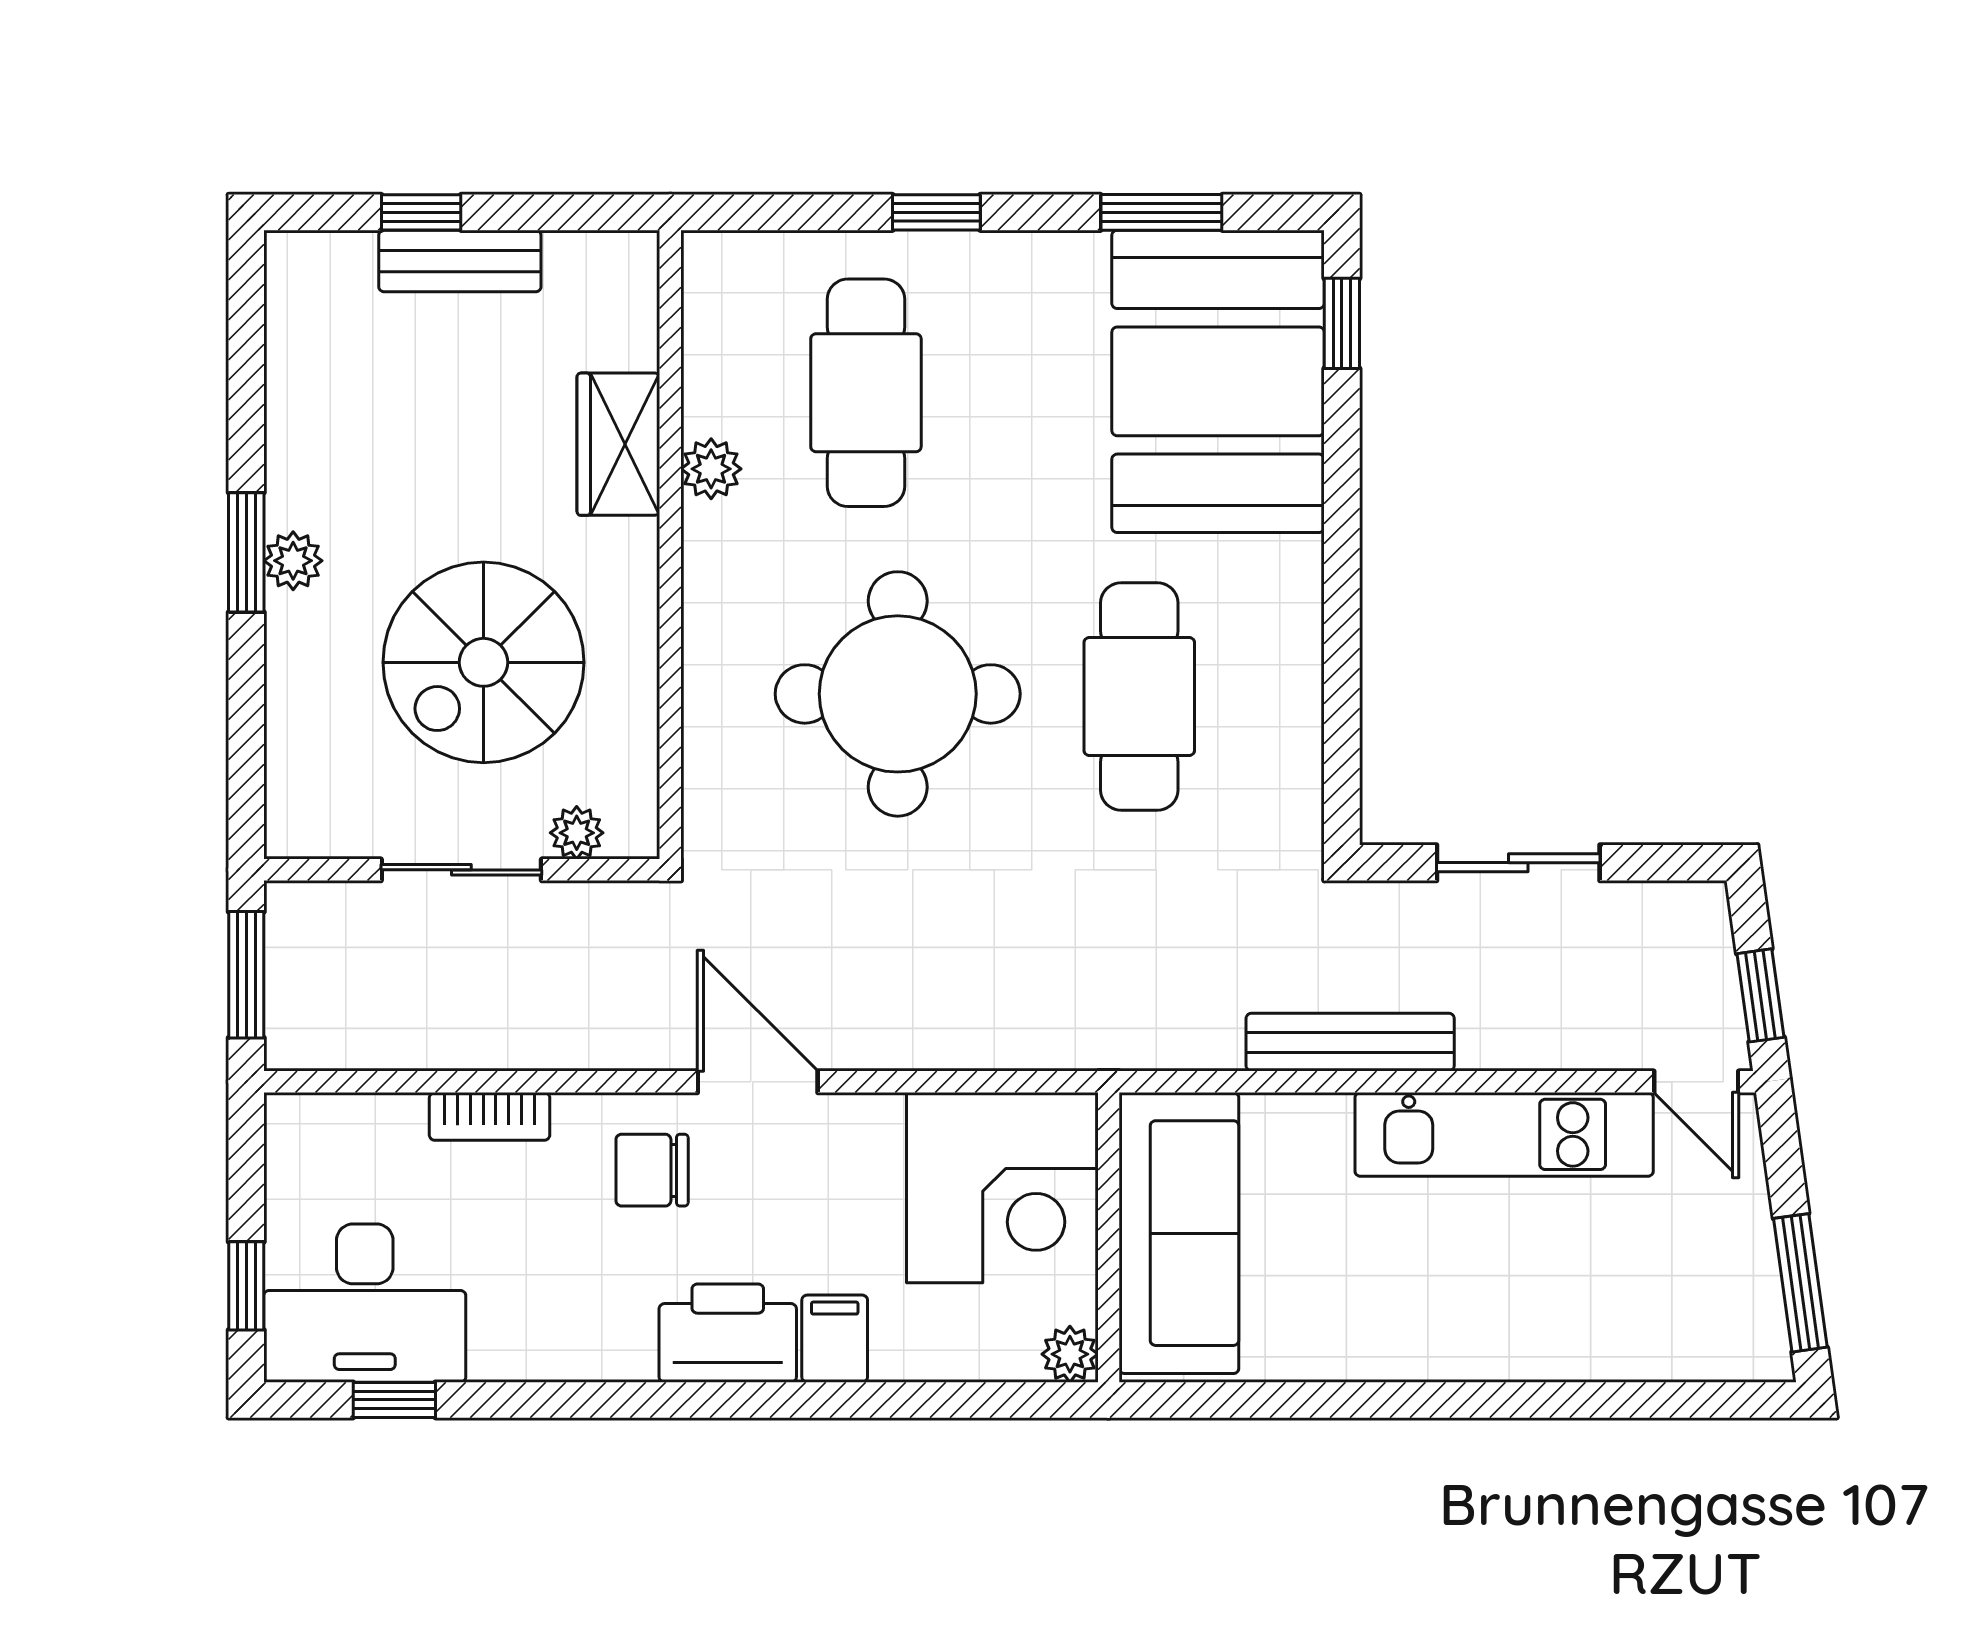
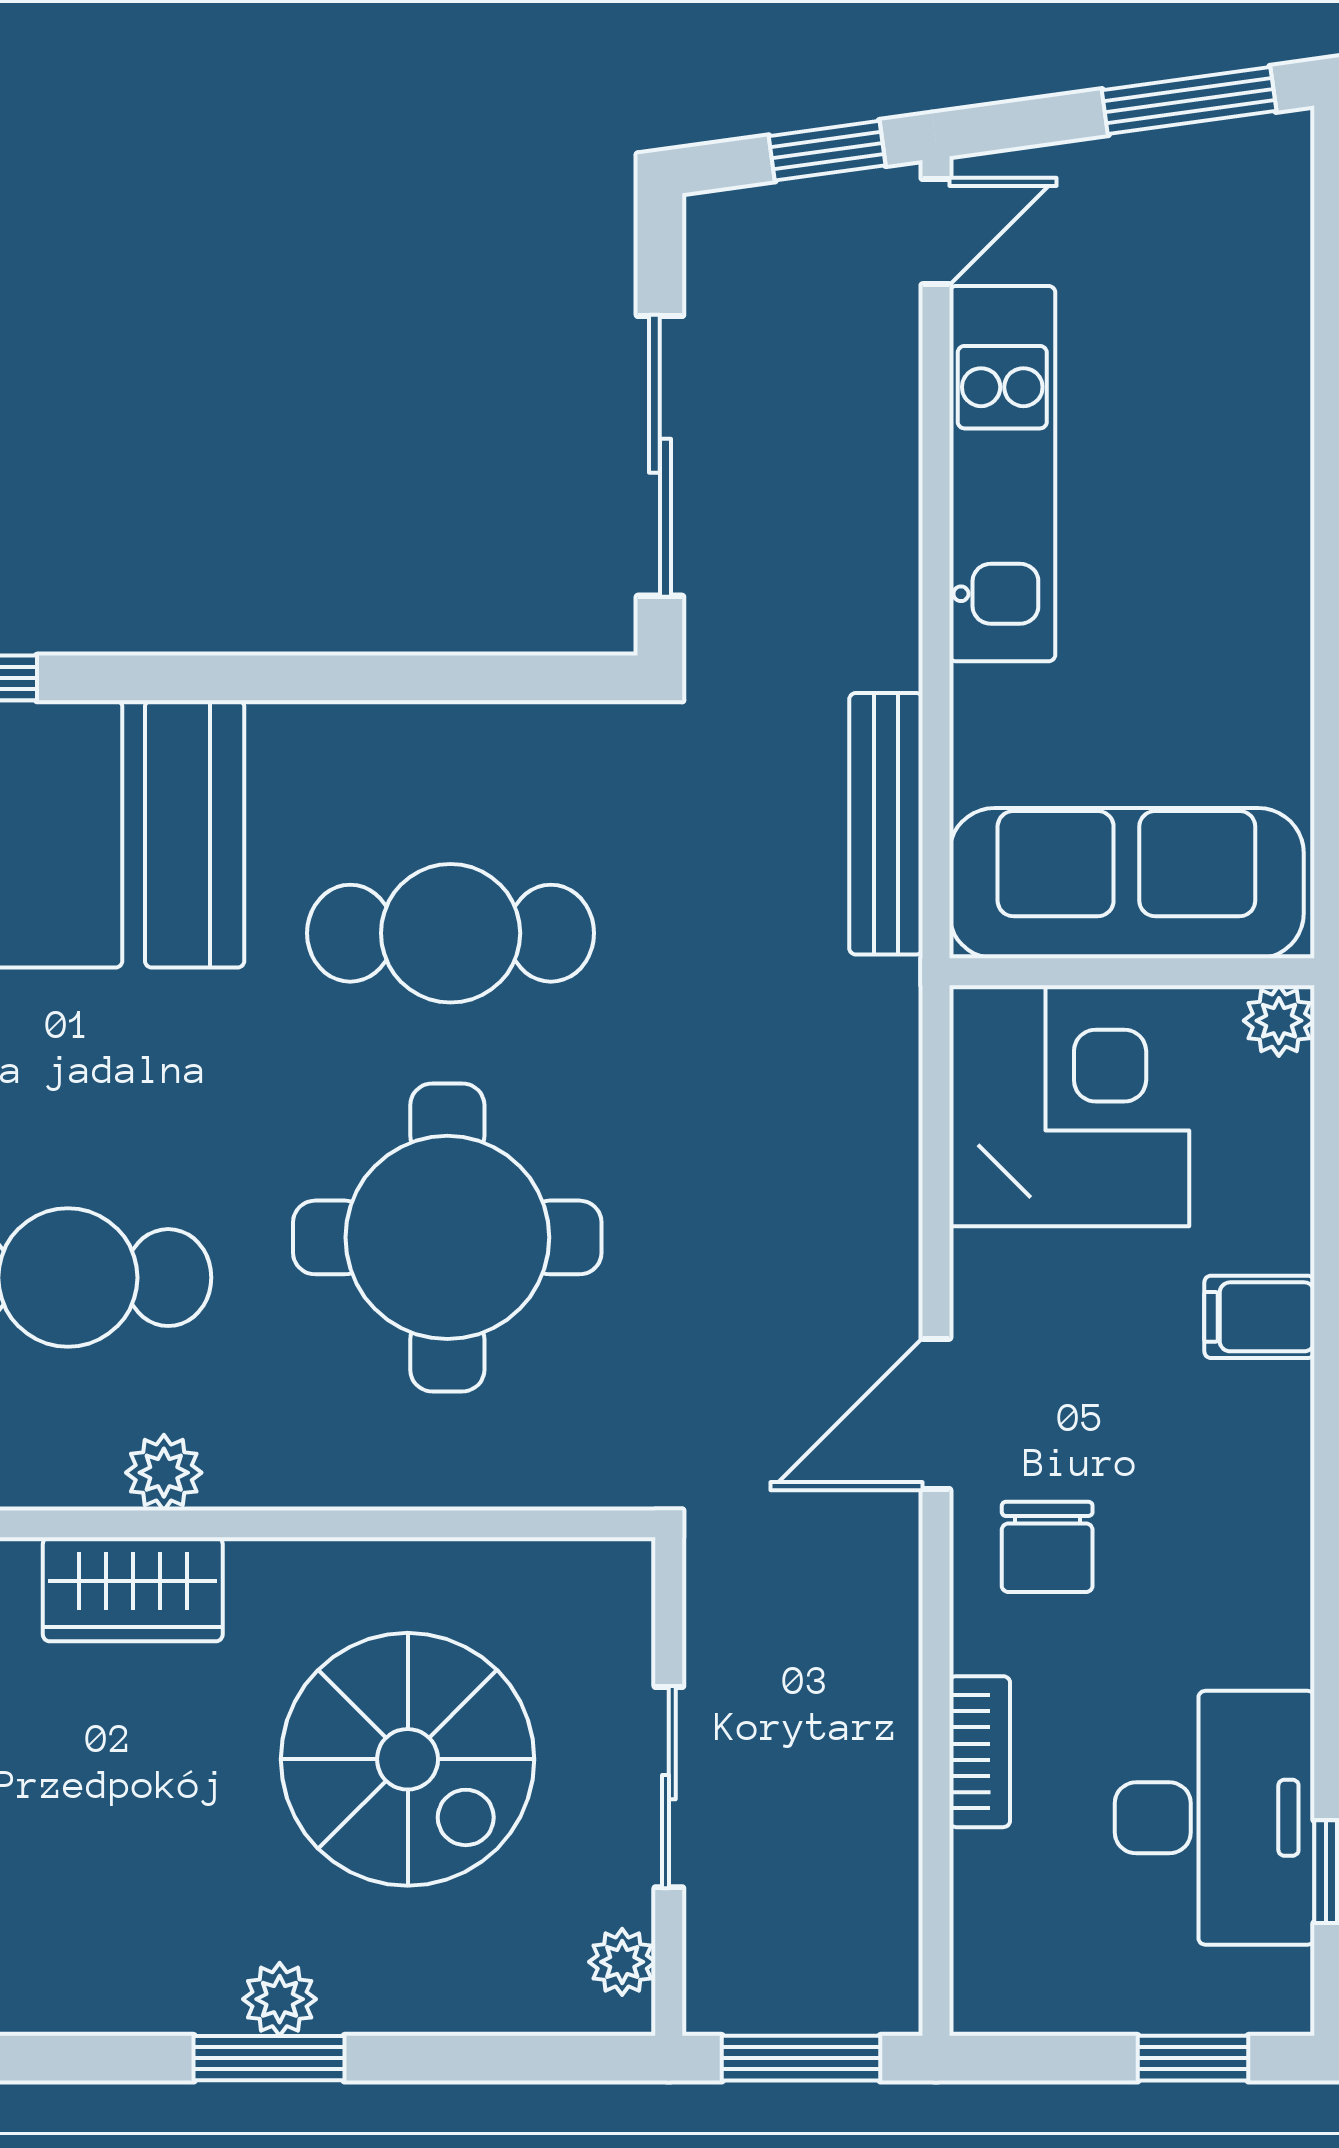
plant: (577, 833) -> (622, 1962), moved
sliding door: (1518, 863) -> (660, 456), width x1.37
bench: (1350, 1042) -> (886, 824), moved
desk: (365, 1303) -> (1215, 1818), moved
printer: (728, 1333) -> (1252, 1452), removed

